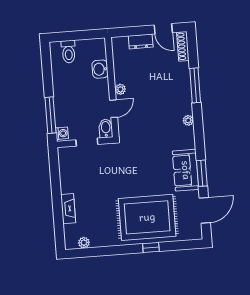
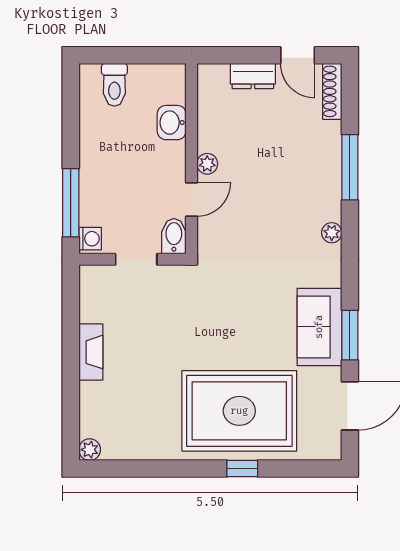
fireplace: (68, 209) -> (91, 352), moved
plant: (84, 243) -> (90, 450), moved

